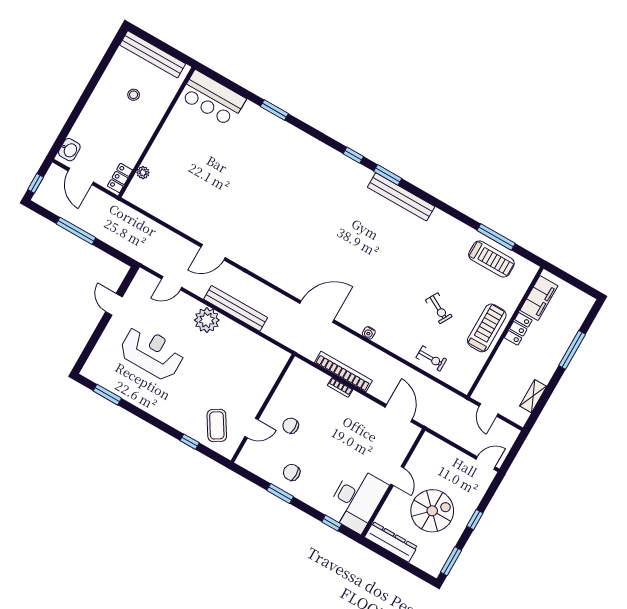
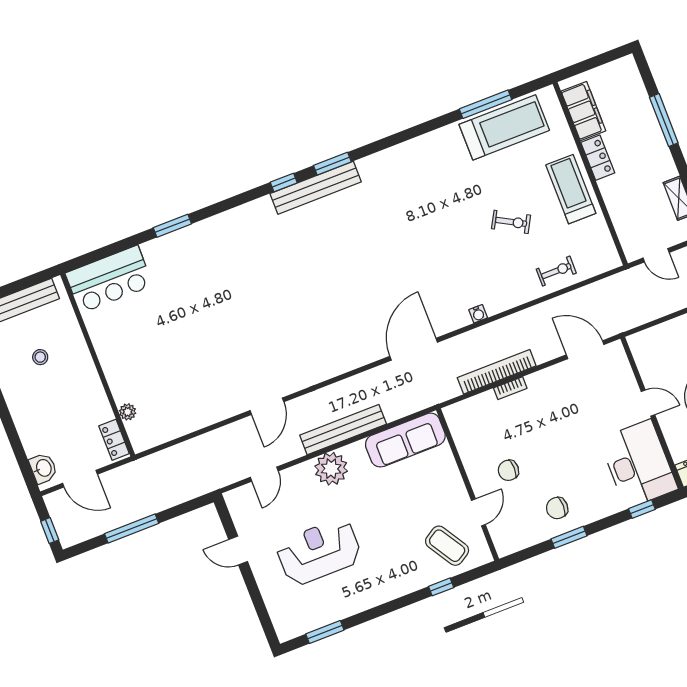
bench: (401, 197) -> (316, 188), moved
treadmill: (491, 259) -> (504, 127), width x1.37, depth x1.38
sofa: (259, 350) -> (405, 440), added

